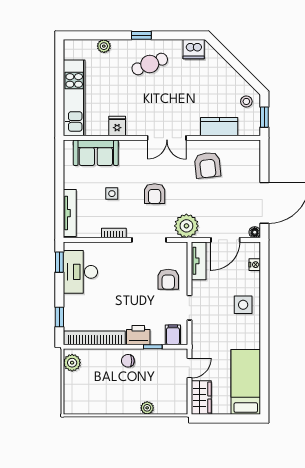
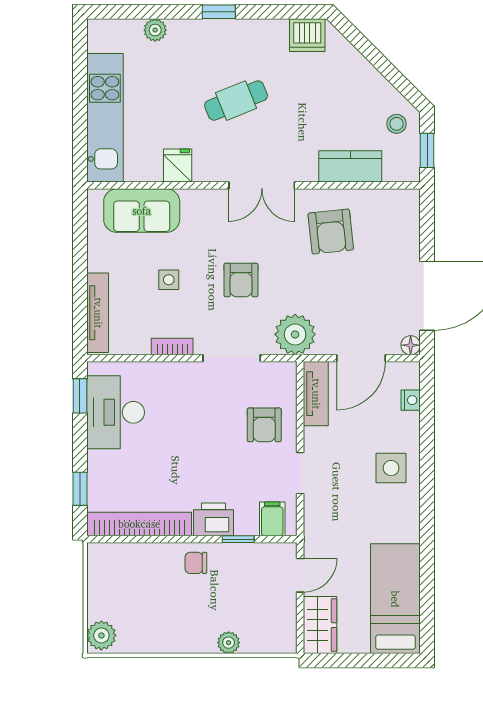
cafe table: (150, 64) -> (236, 101), moved
plant: (72, 363) -> (101, 635), moved

